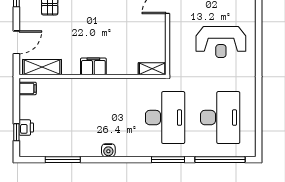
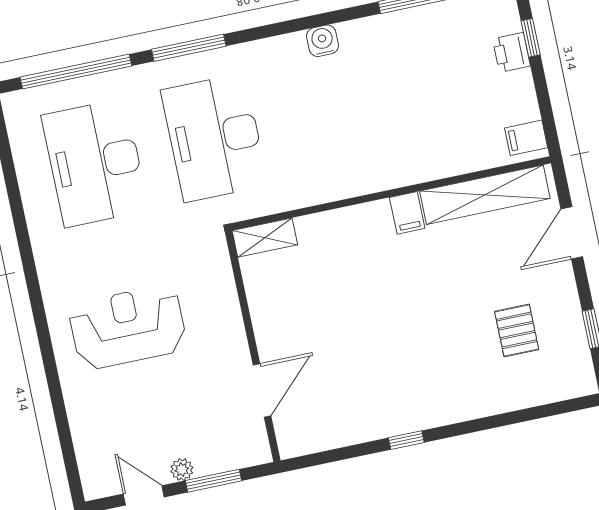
filing cabinet: (93, 66) -> (407, 213), width x0.50
shelving: (42, 67) -> (485, 195), width x1.47

